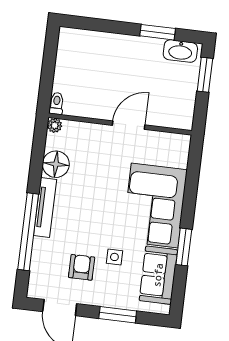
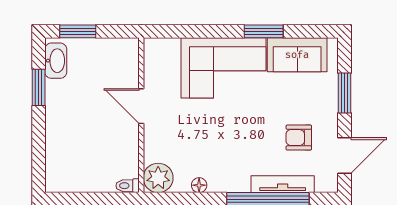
plant: (55, 125) -> (158, 178), width x1.88, depth x1.88
floor lamp: (56, 164) -> (199, 185), width x0.53, depth x0.53
tv unit: (45, 207) -> (283, 184), moved
side table: (114, 257) -> (283, 104), removed

